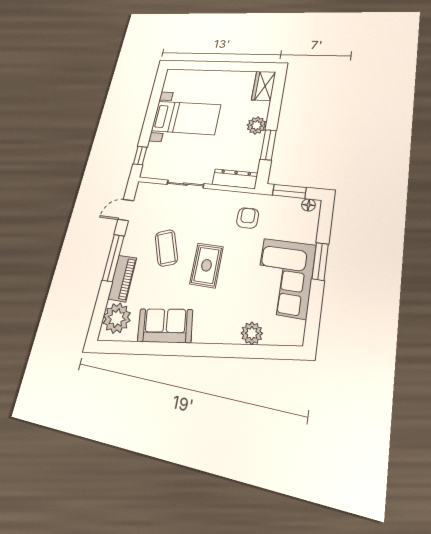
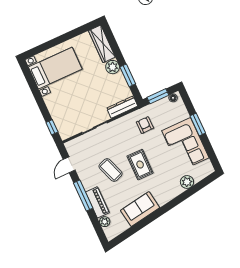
wardrobe: (264, 86) -> (102, 44), width x1.50
bed with nightstands: (186, 118) -> (55, 68), moved
plant: (117, 318) -> (105, 222), width x0.53, depth x0.53

